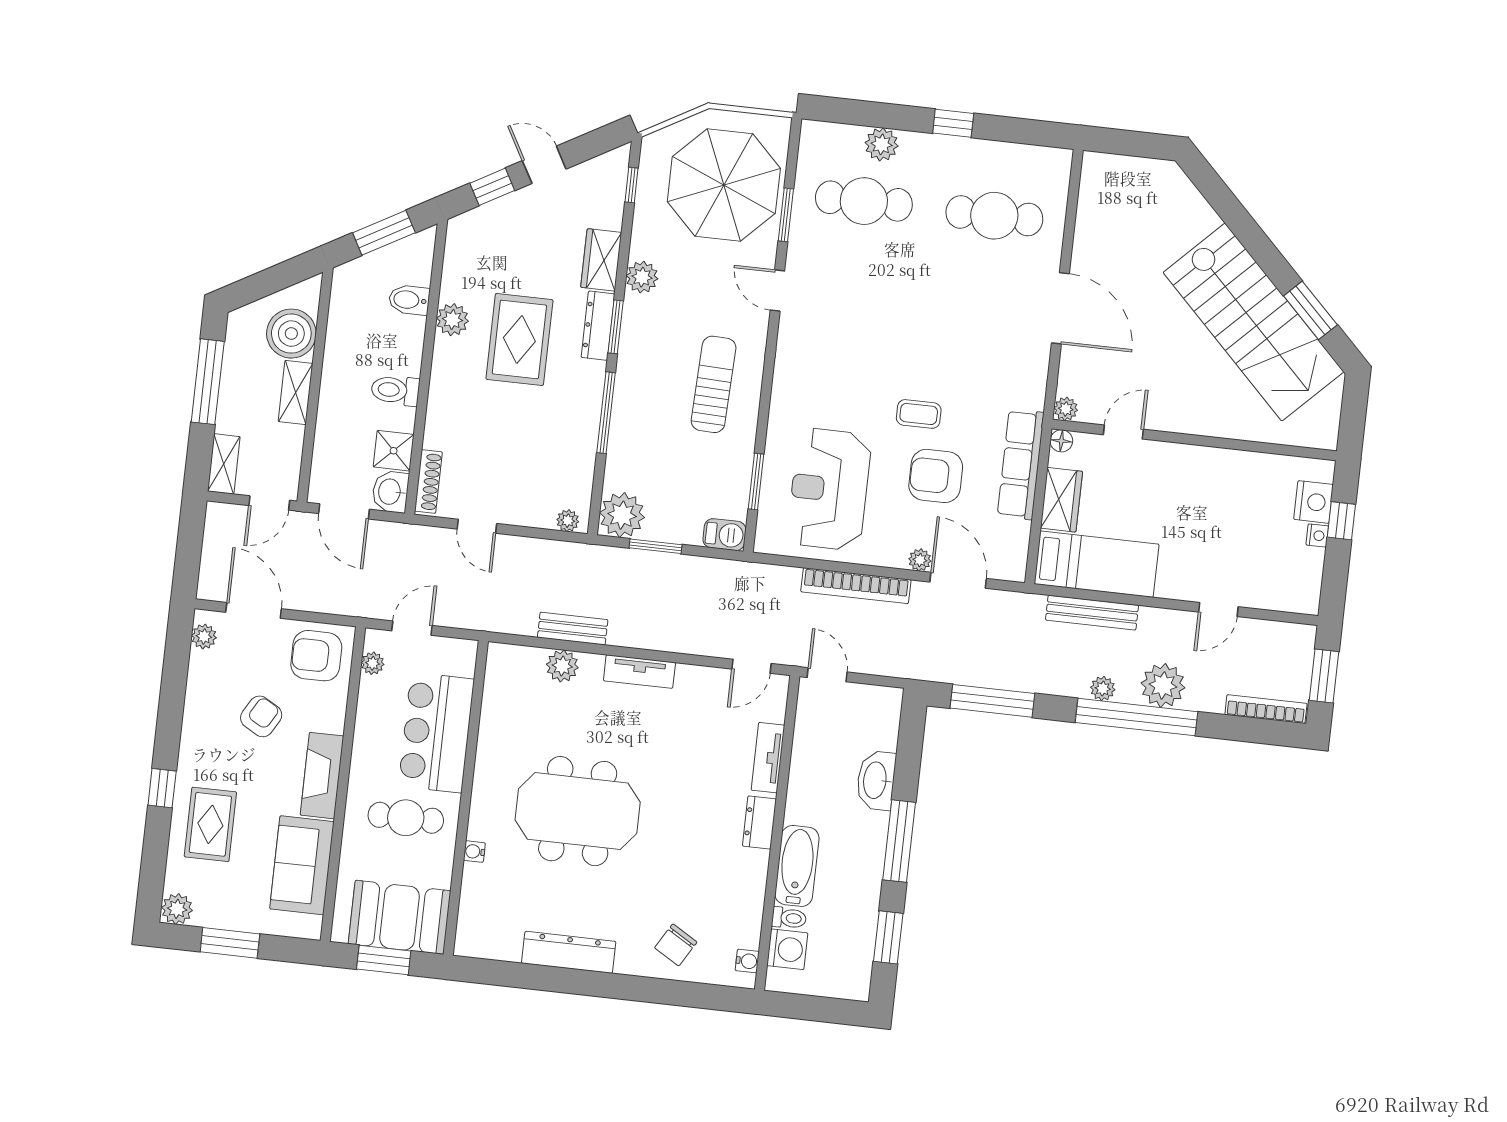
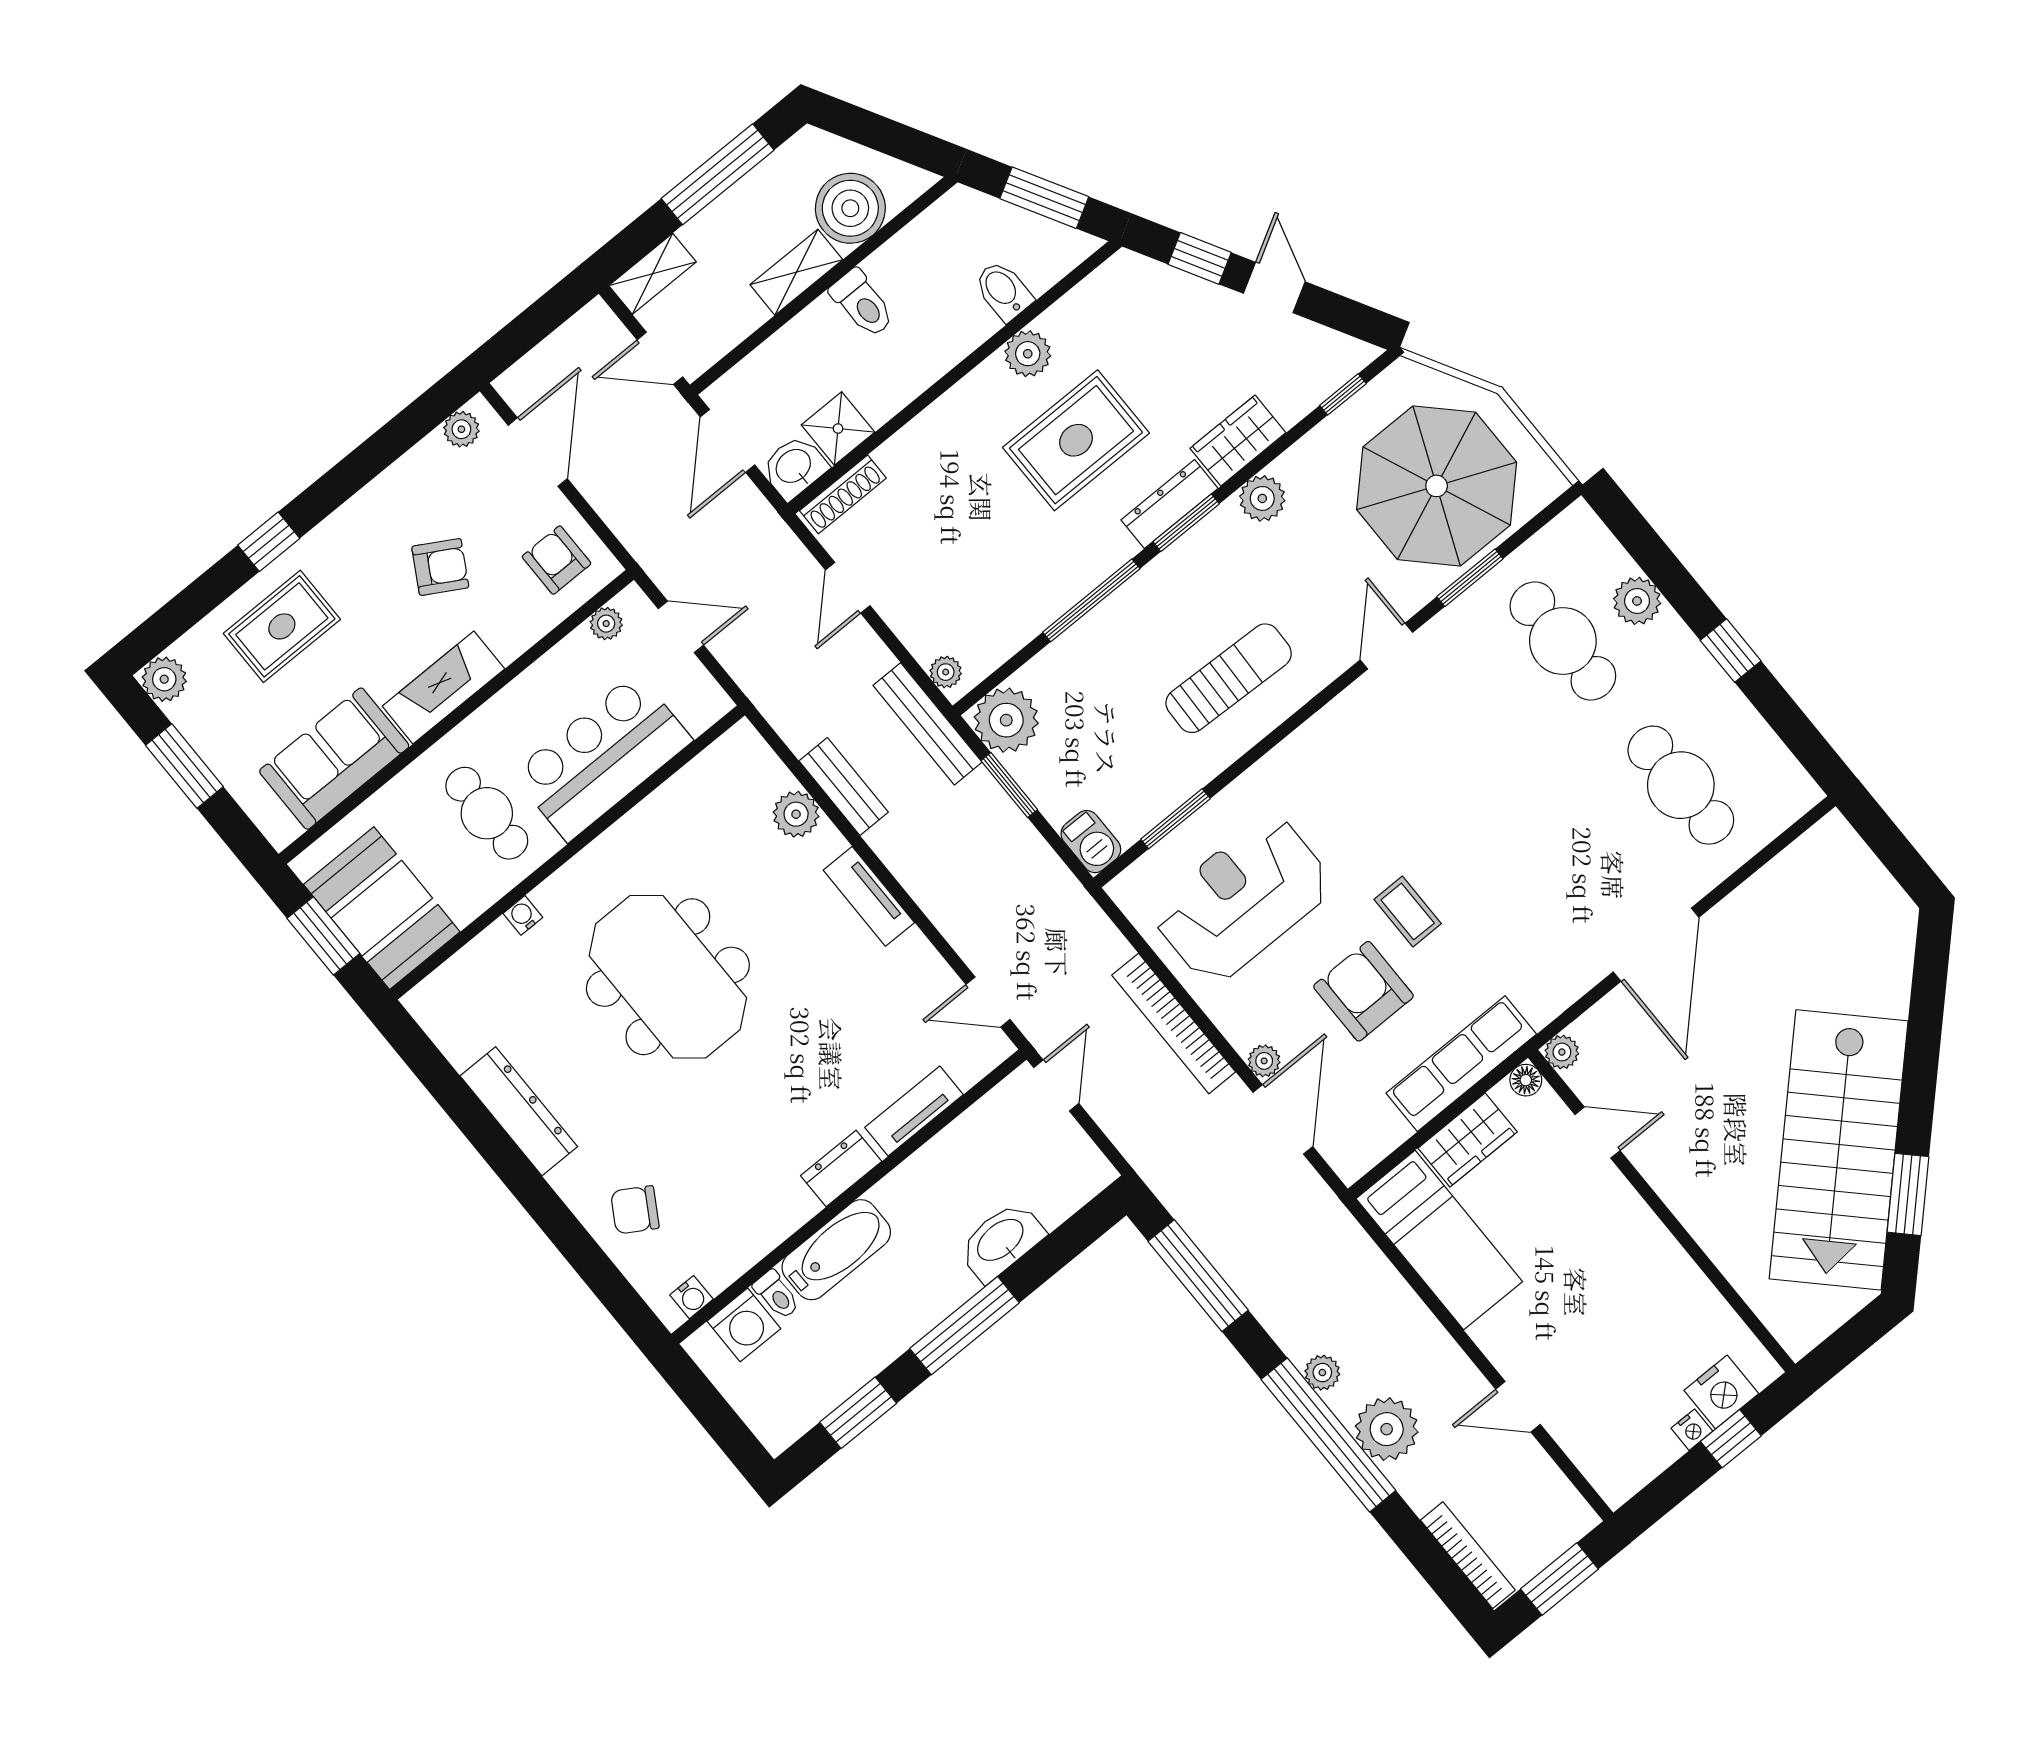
toilet: (395, 390) -> (862, 303), moved, turned 180
bench: (1092, 613) -> (928, 724), moved
armchair: (316, 656) -> (556, 560), width x0.72, depth x0.72

